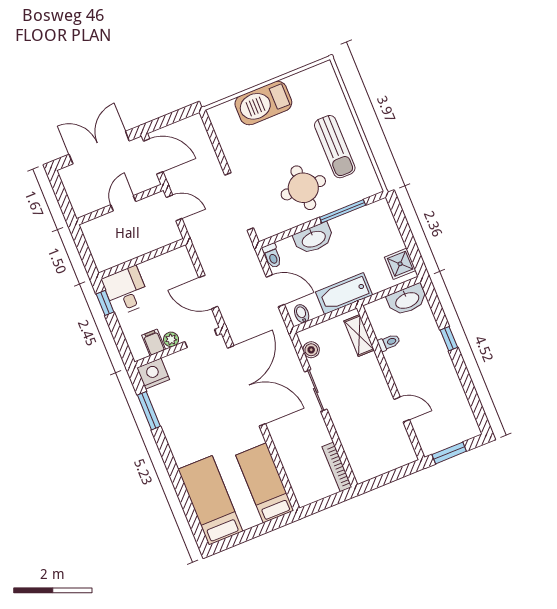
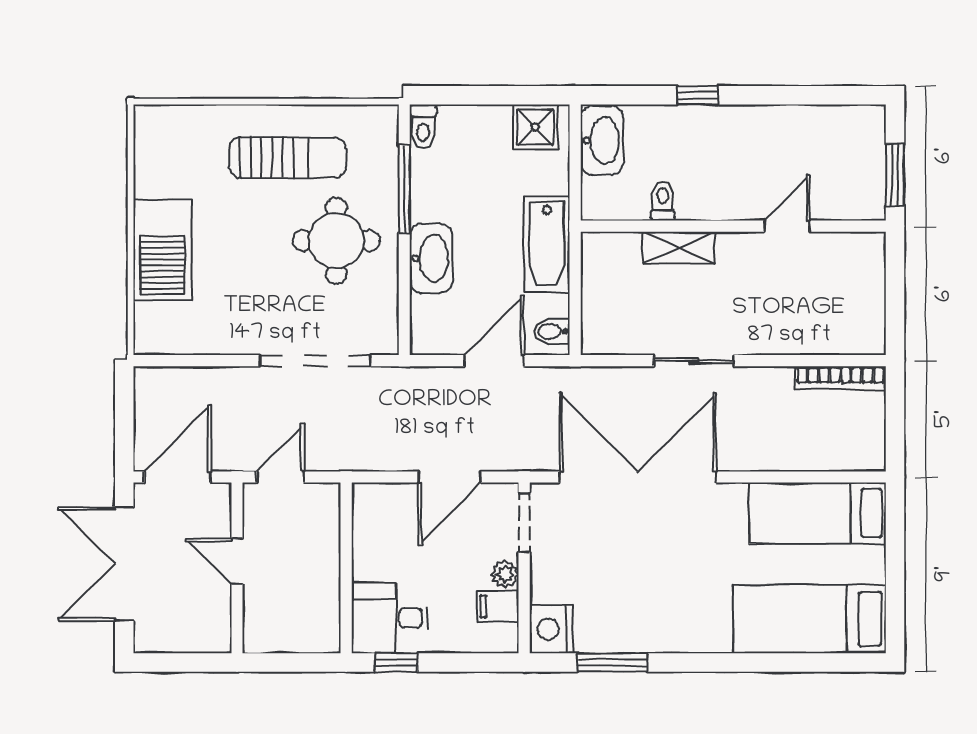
toilet: (272, 256) -> (423, 126), moved, turned 90
shelving: (359, 335) -> (679, 248), moved
boiler: (311, 350) -> (621, 340), removed

